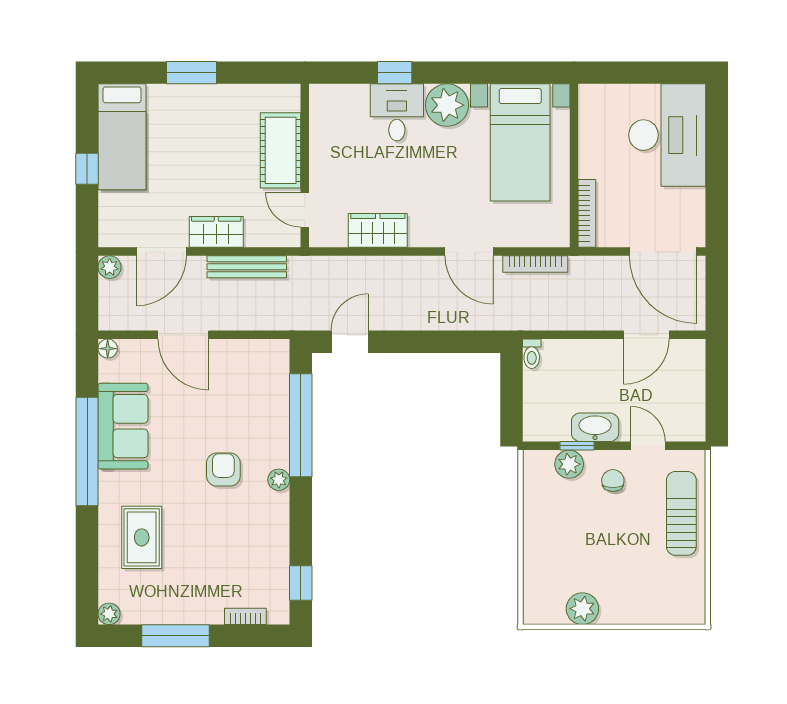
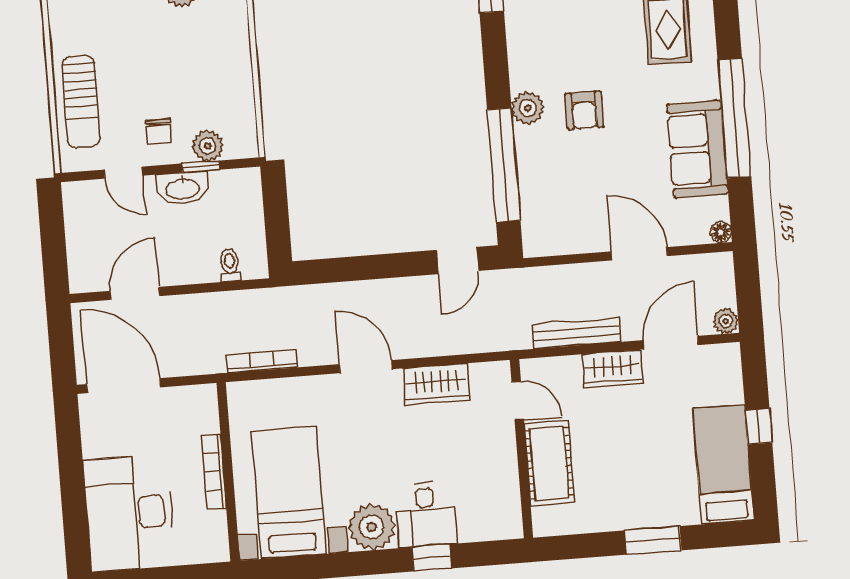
bookcase: (587, 213) -> (214, 472), moved
door: (469, 252) -> (366, 367), moved
toilet: (532, 354) -> (230, 265), moved
plant: (279, 480) -> (528, 108), width x1.38, depth x1.38

